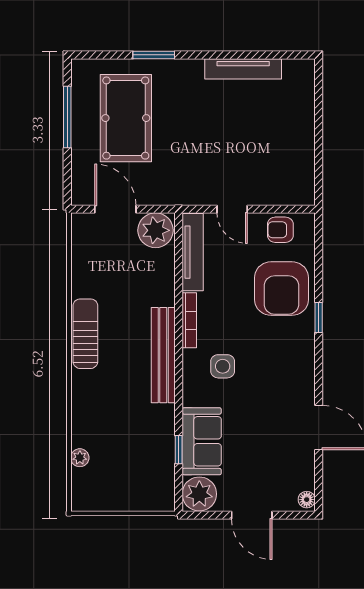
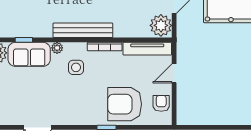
plant: (191, 397) -> (57, 48), added

